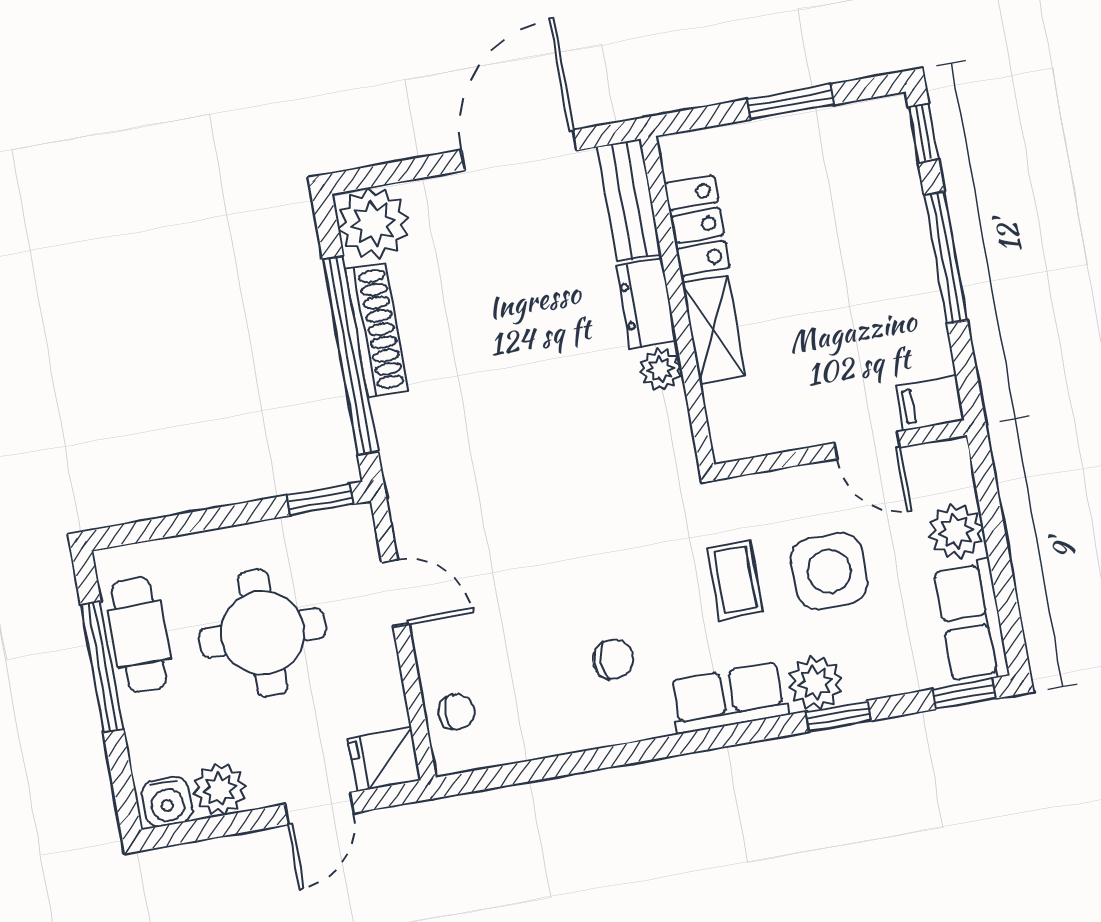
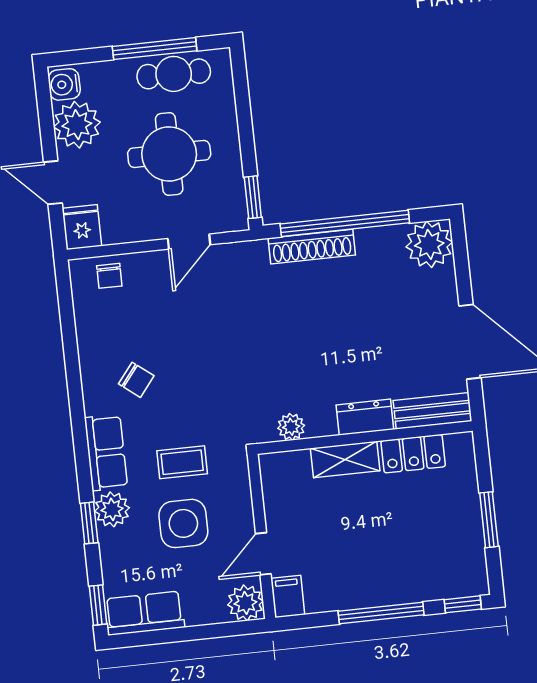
shoe rack: (376, 330) -> (312, 247), moved
plant: (661, 369) -> (291, 427), moved
plant: (956, 532) -> (245, 603), moved
chair: (613, 659) -> (136, 380), turned -52
plant: (220, 789) -> (77, 125), width x1.36, depth x1.36

